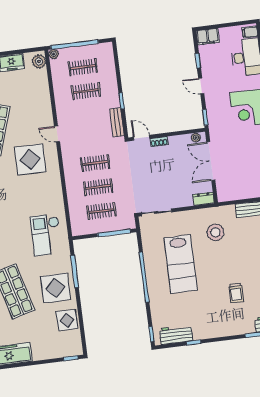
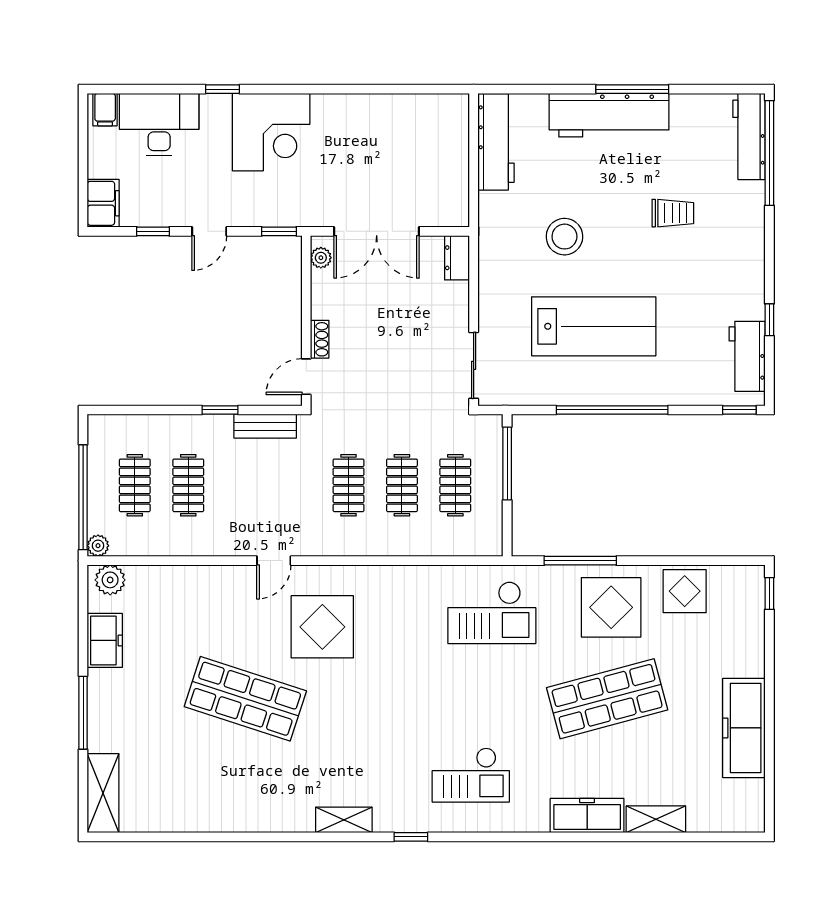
stool: (215, 232) -> (564, 237), moved

